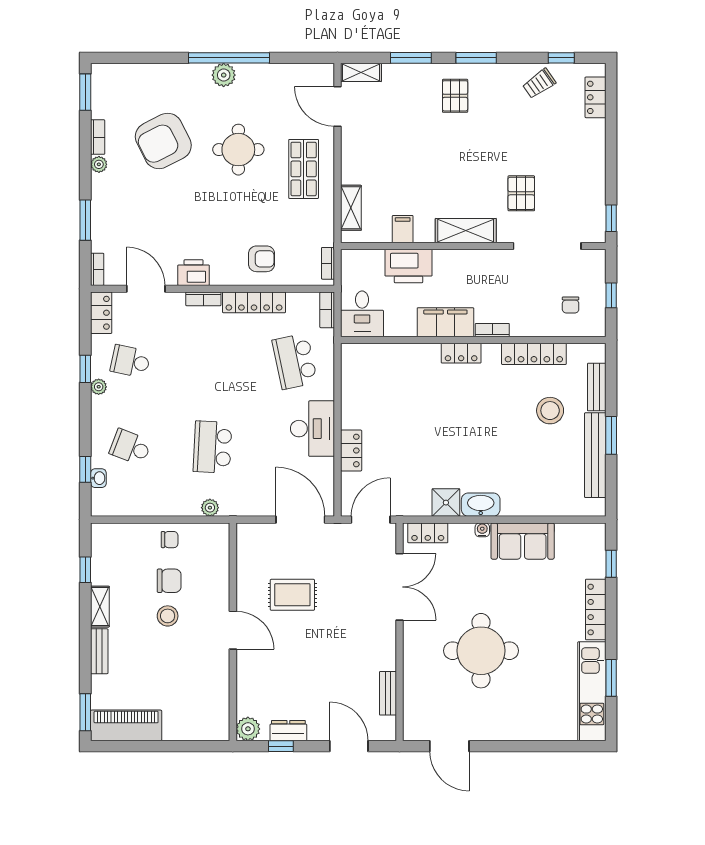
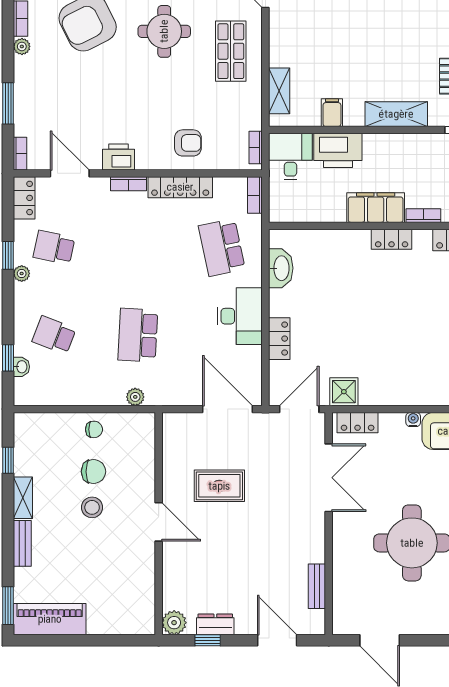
desk: (362, 314) -> (290, 157), moved, turned 180
shower: (446, 503) -> (344, 392), moved
washbasin: (481, 505) -> (281, 268), moved, turned 90

